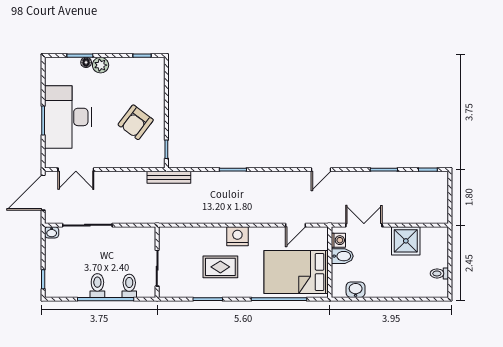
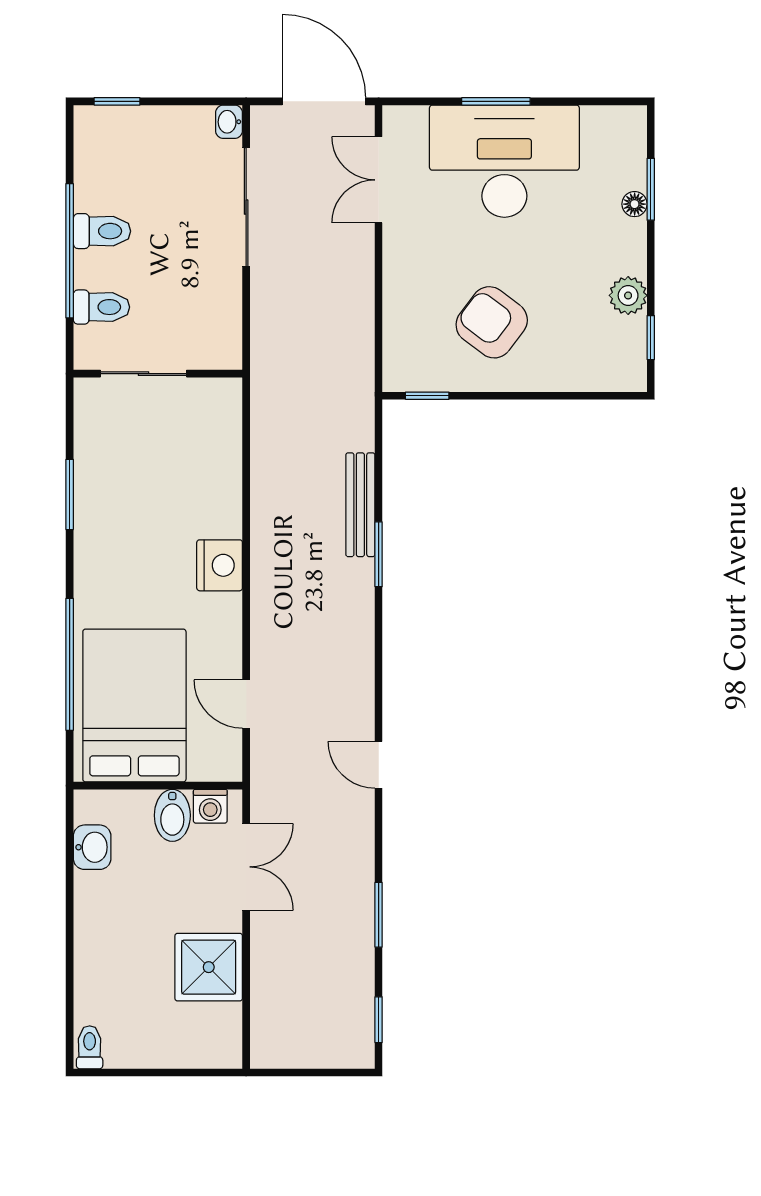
plant: (101, 65) -> (628, 295), moved
bench: (169, 177) -> (360, 505), moved
rug: (220, 267) -> (146, 524), removed
toilet: (439, 273) -> (90, 1047), moved

